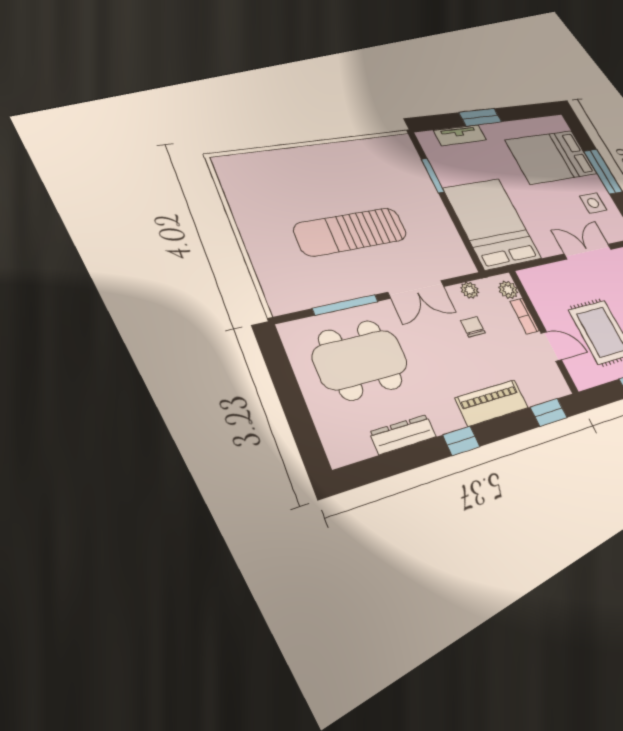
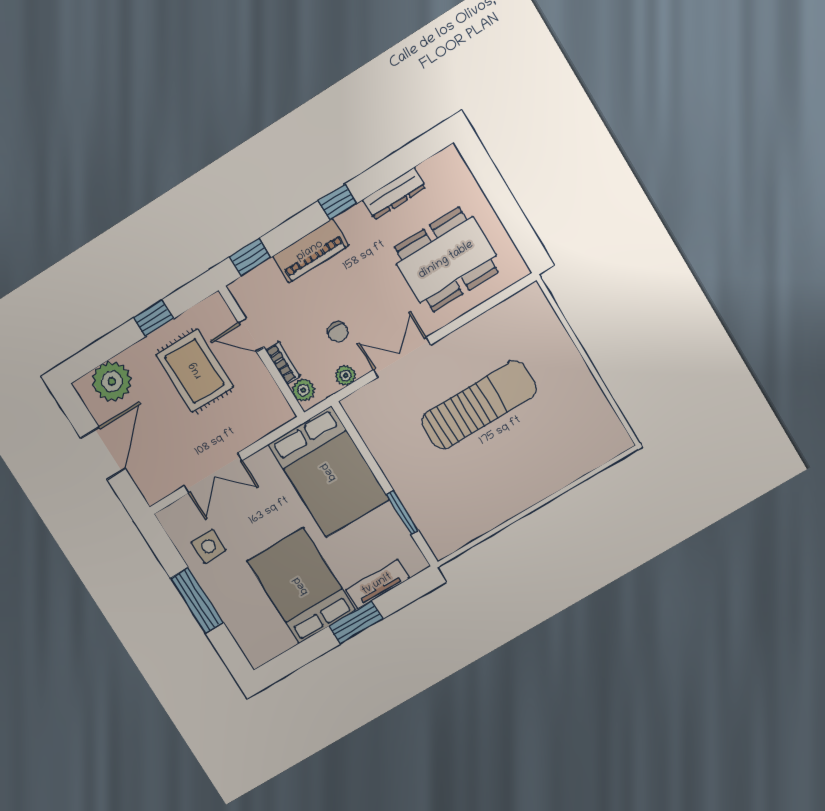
bed: (551, 157) -> (301, 586), moved, turned -90
window: (345, 305) -> (470, 316), removed

